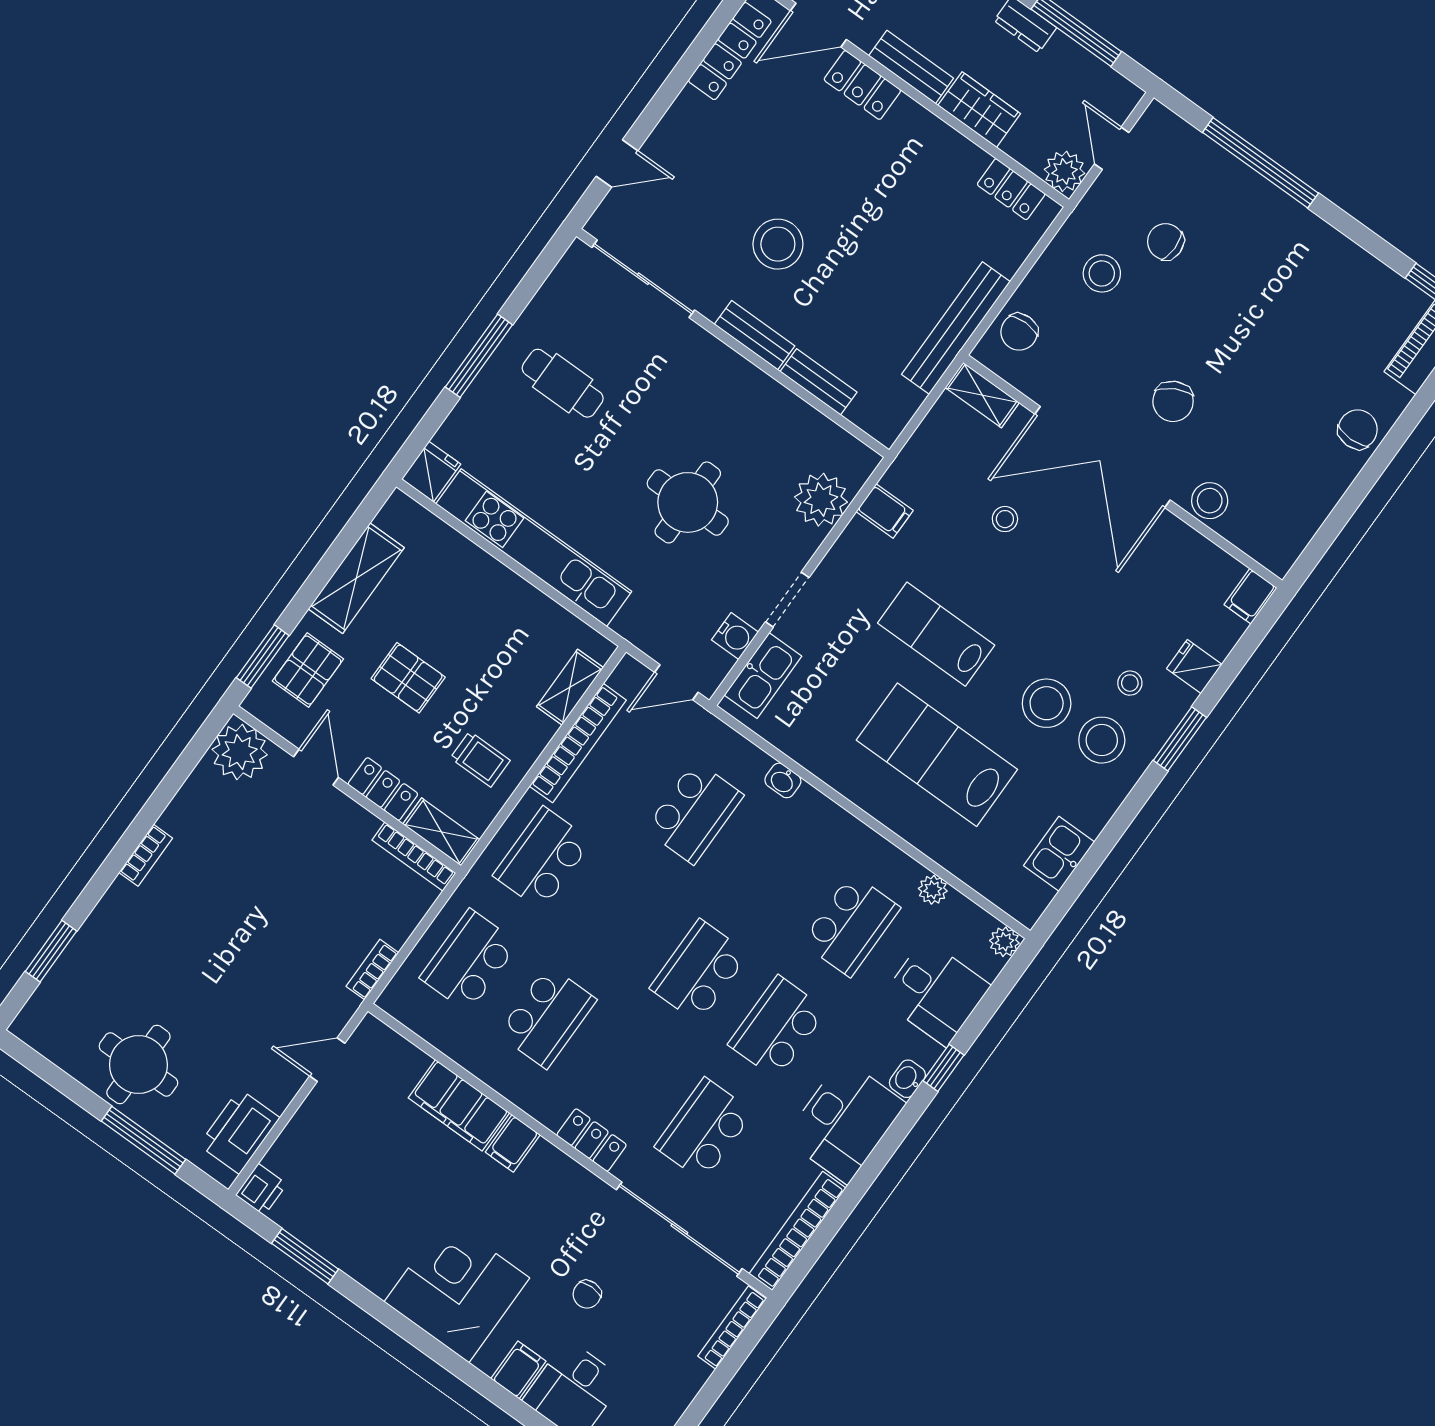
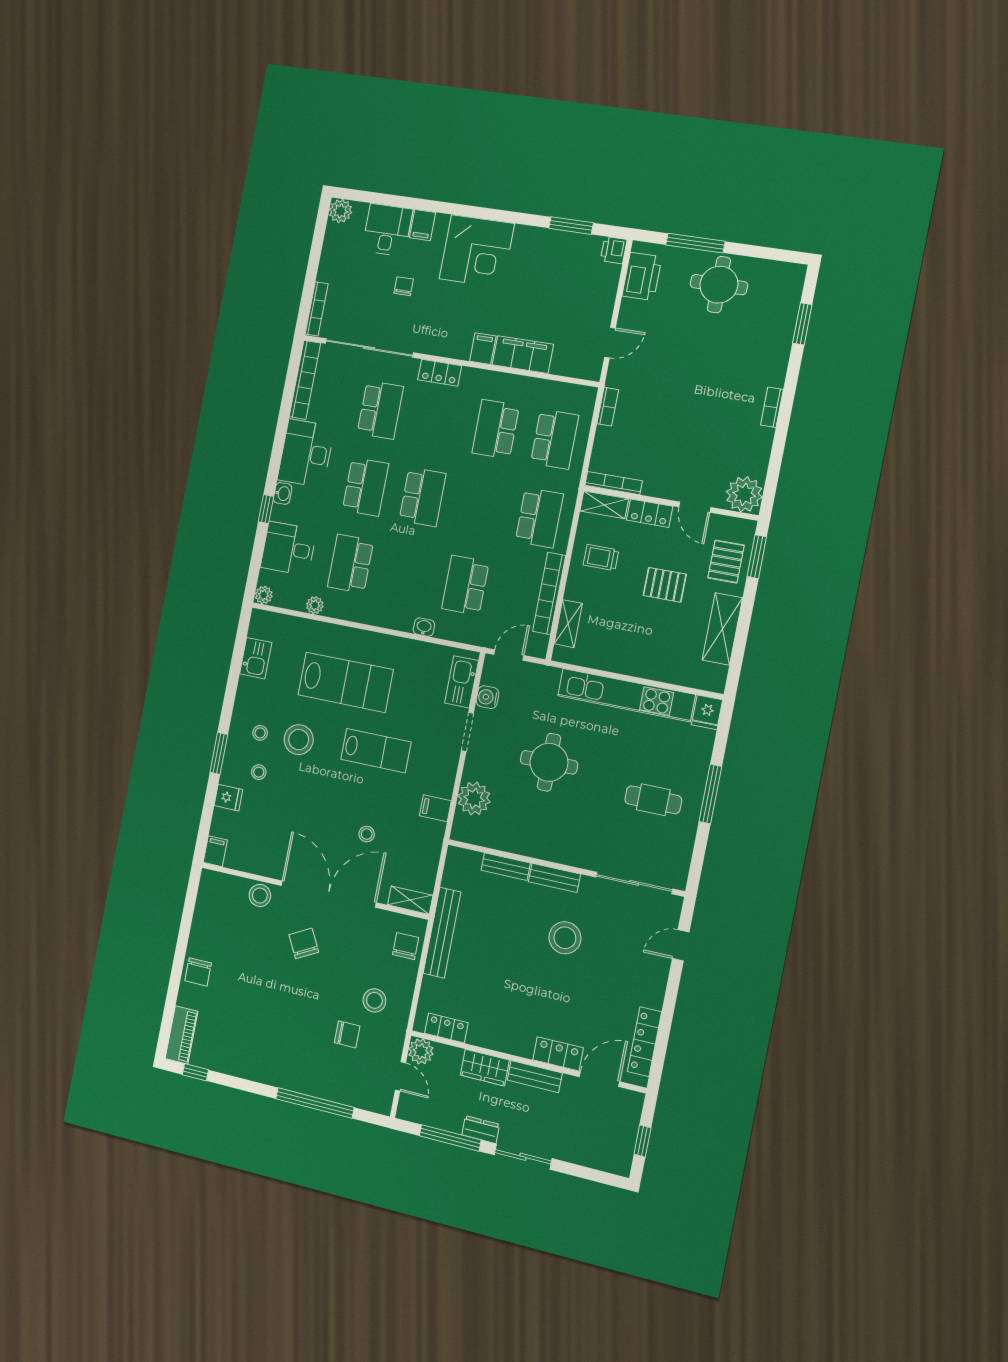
stool: (1102, 740) -> (260, 733), width x0.53, depth x0.53

